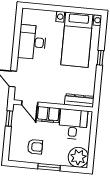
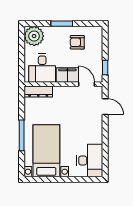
desk: (32, 42) -> (90, 160), moved
window: (100, 58) -> (22, 135), width x2.17

